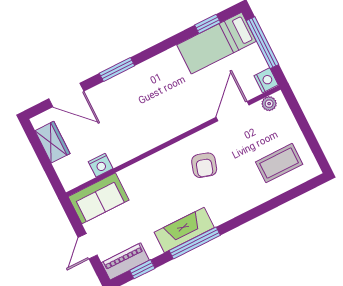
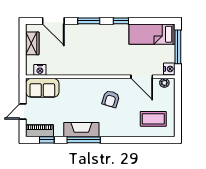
window: (208, 24) -> (121, 21), moved
door: (233, 111) -> (142, 77), swing flipped
nightstand: (101, 165) -> (40, 70), moved

